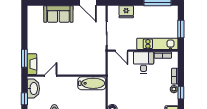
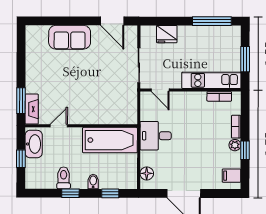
desk: (144, 62) -> (156, 136), moved, turned -90
bathtub: (92, 83) -> (110, 140), width x1.36, depth x1.36

